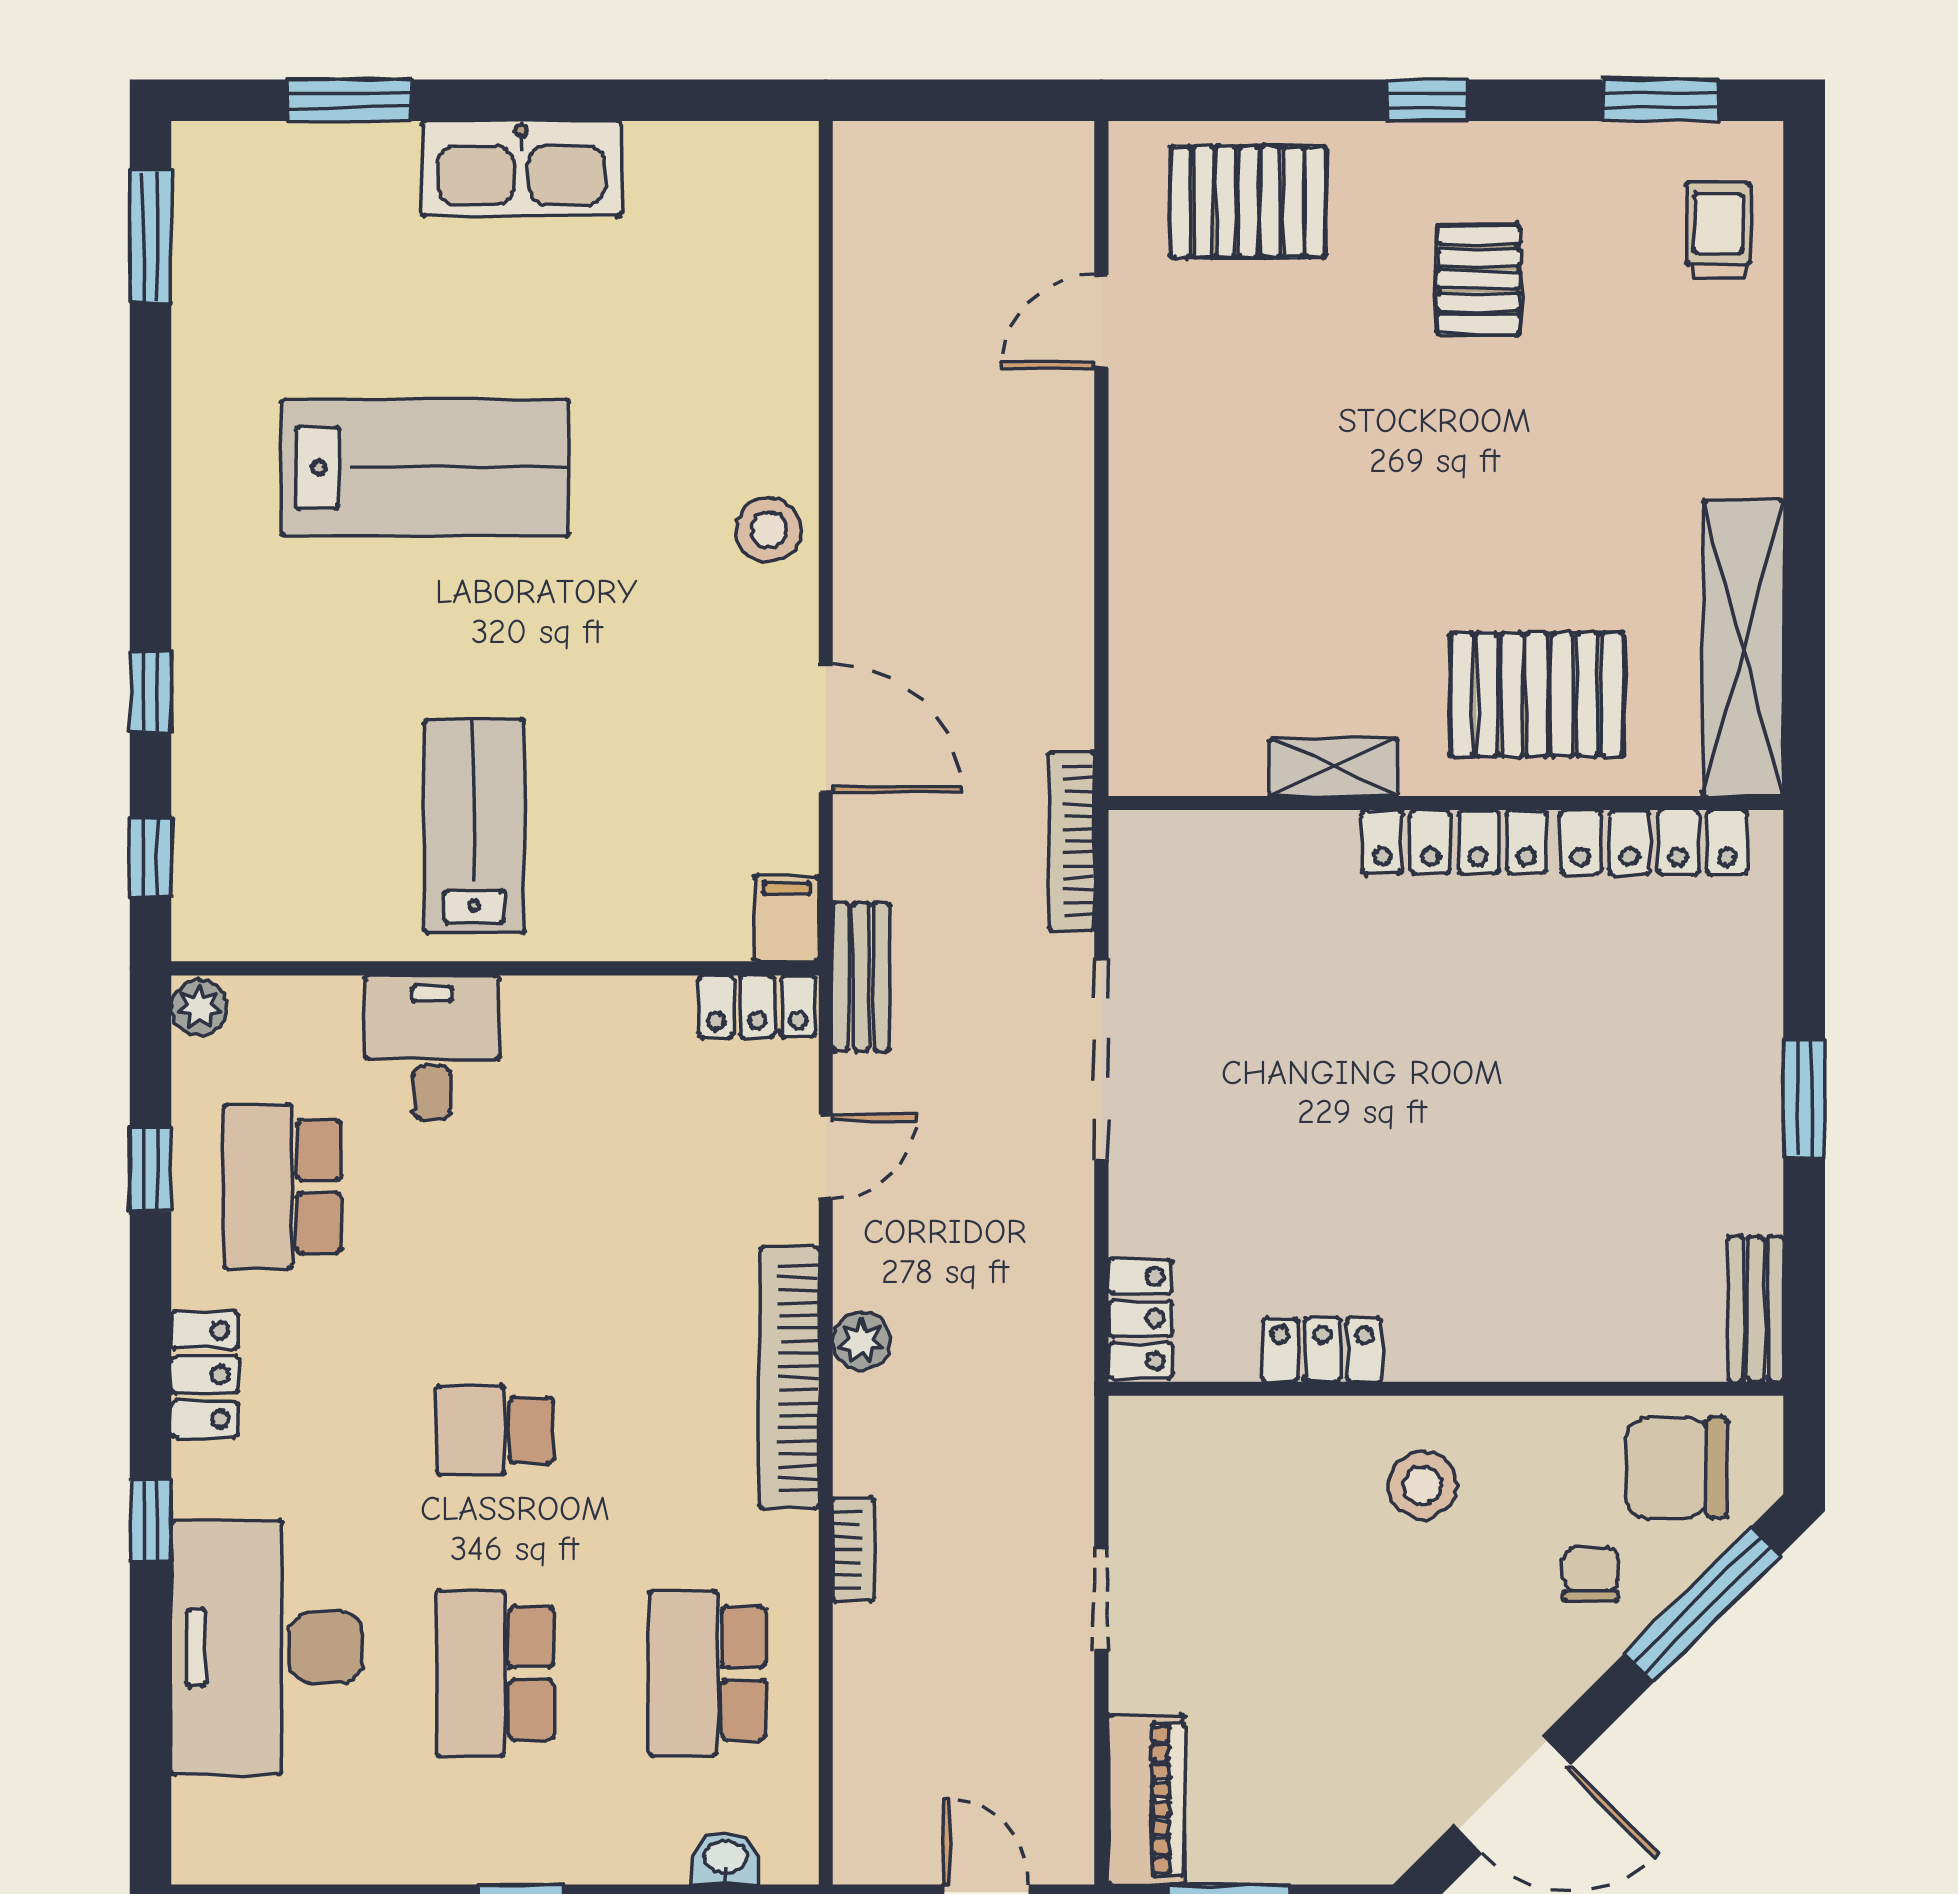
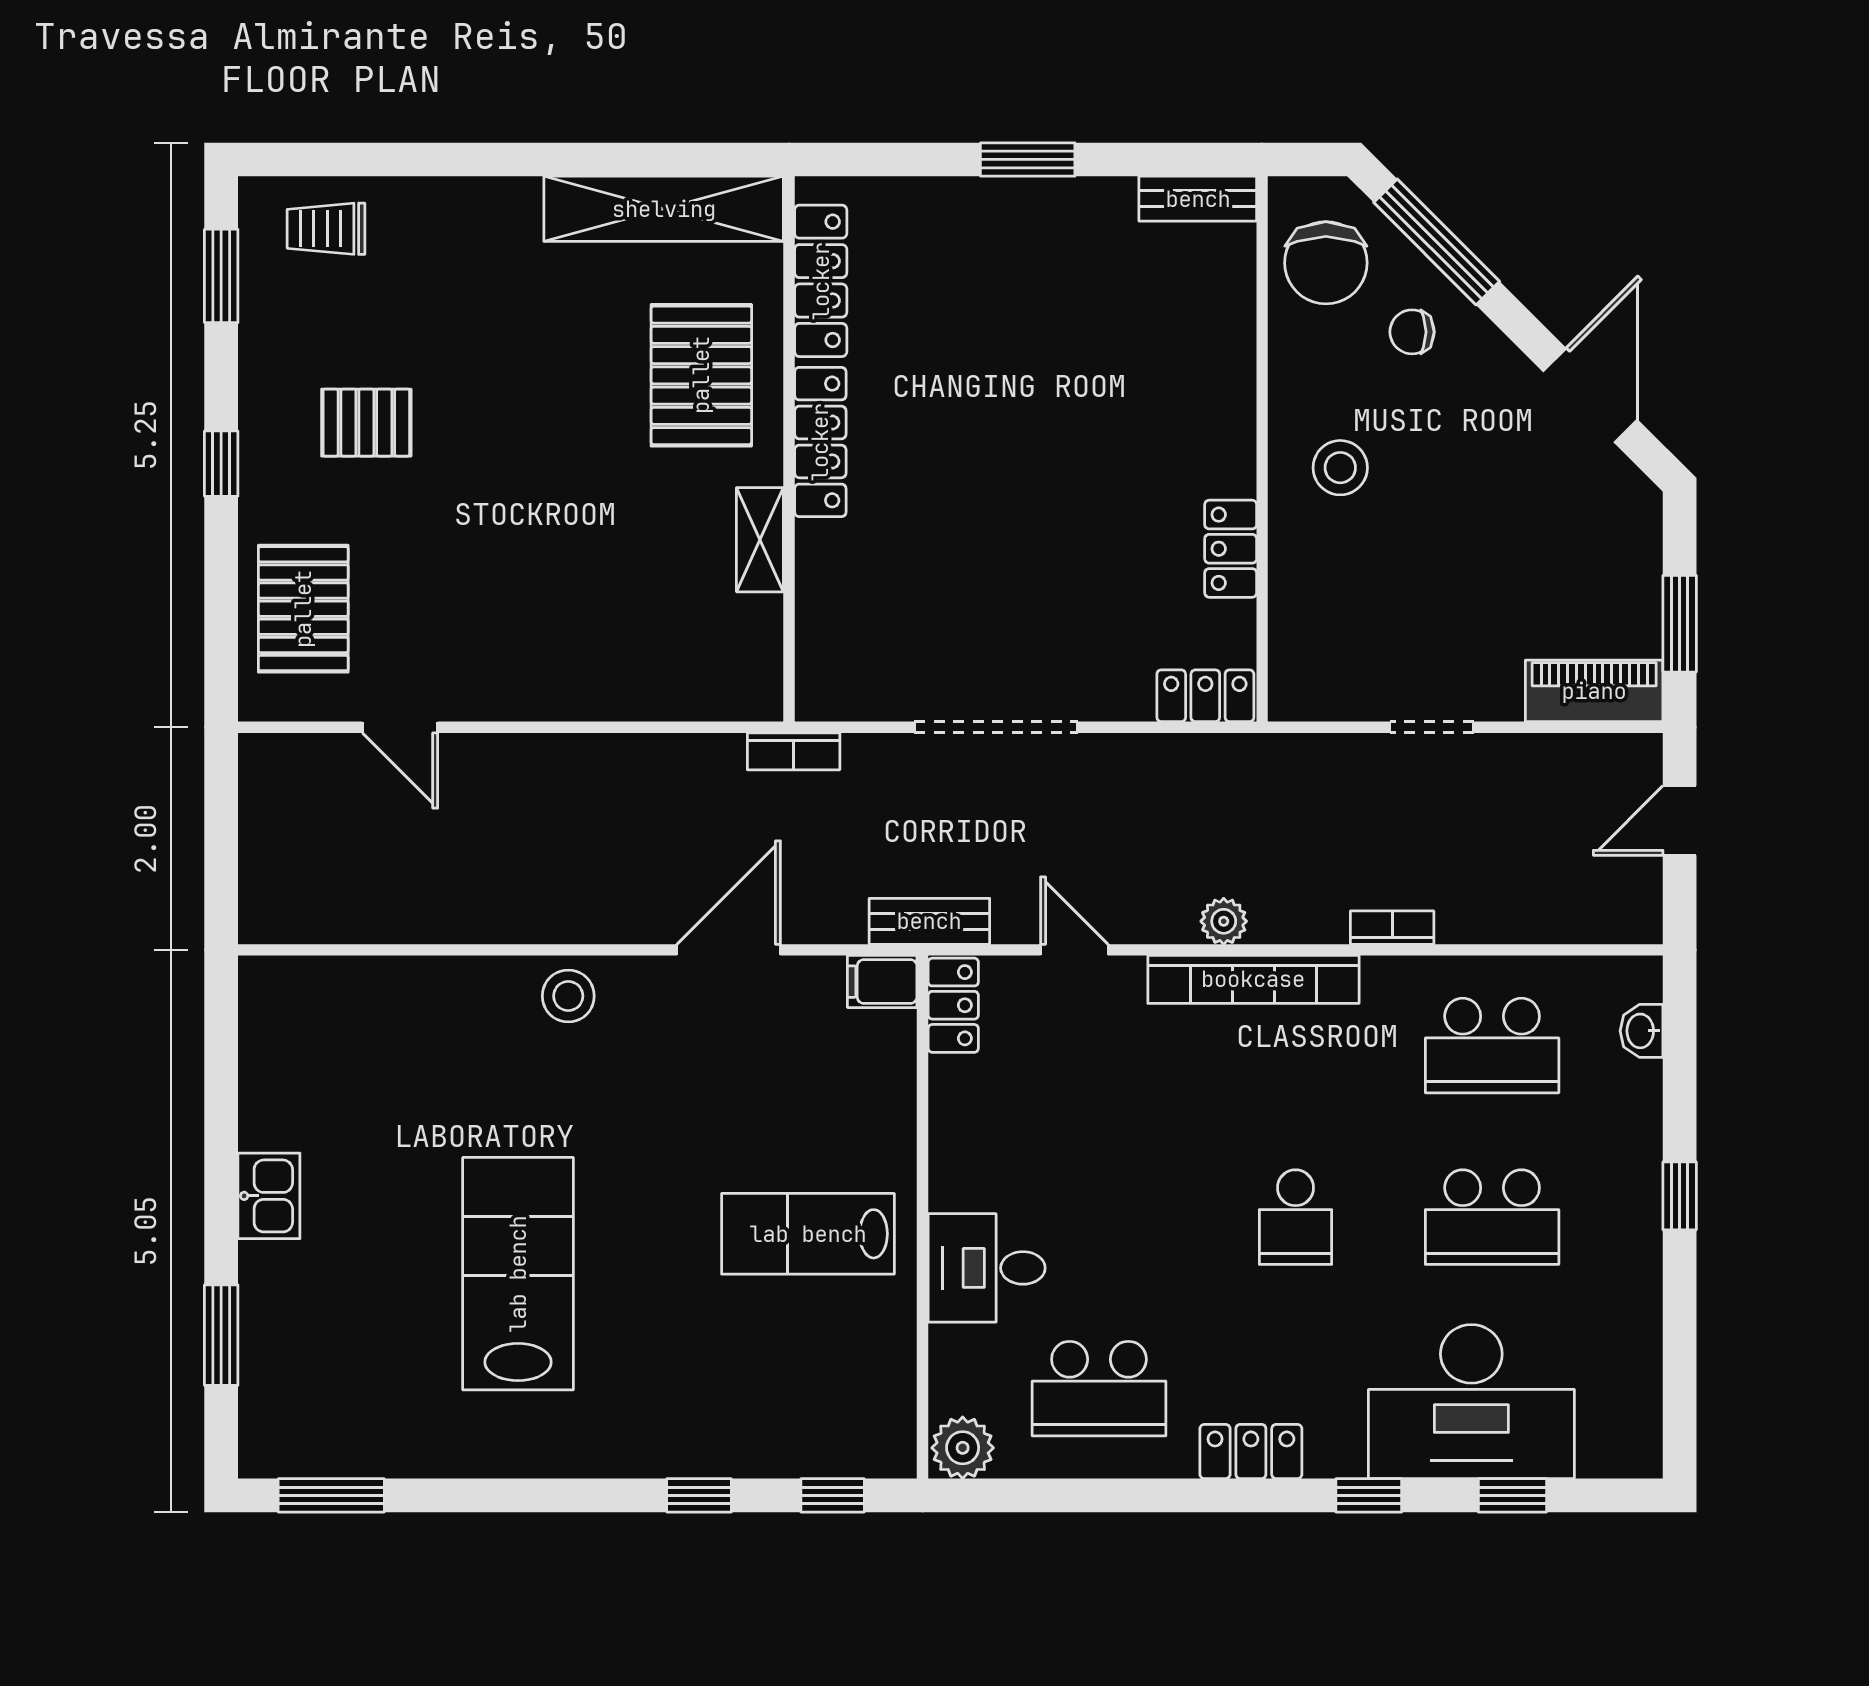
kitchen sink: (521, 169) -> (269, 1196), width x0.53, depth x0.81
bookcase: (1072, 841) -> (794, 751), width x0.64
plant: (199, 1008) -> (963, 1448), width x1.38, depth x1.38
window: (151, 1169) -> (1512, 1495), moved

